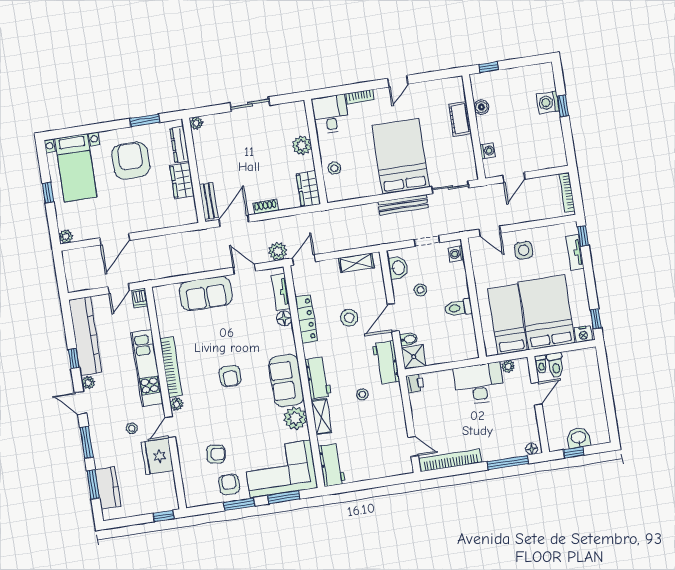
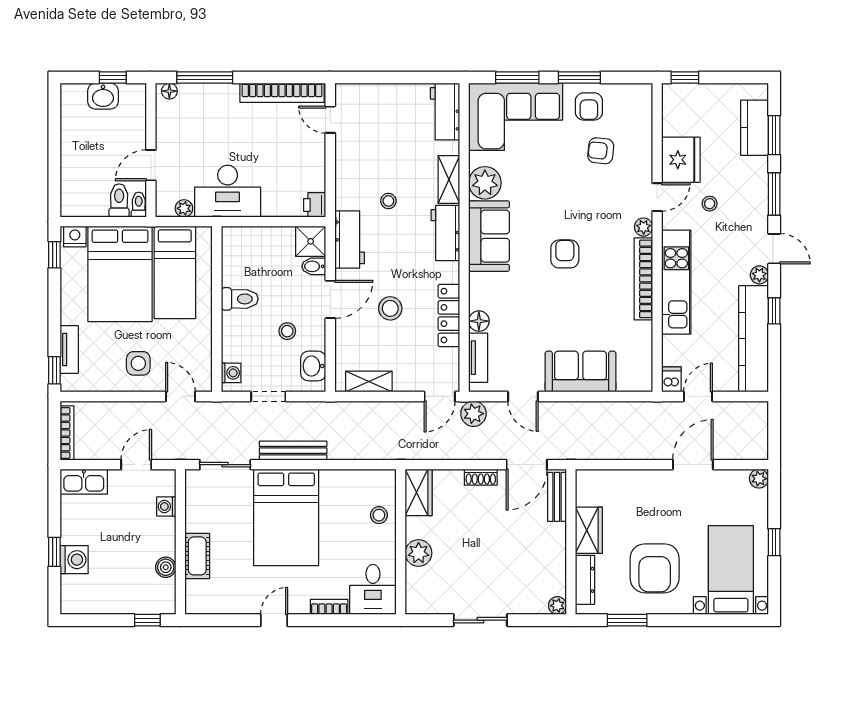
kitchen sink: (550, 159) -> (84, 482), added

